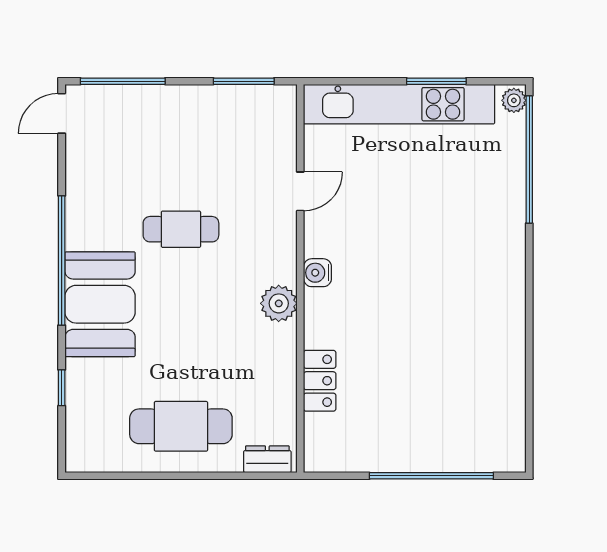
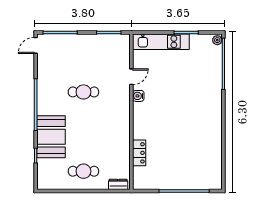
kitchen unit: (399, 104) -> (161, 42), width x0.73
water cooler: (317, 273) -> (138, 96), moved
plant: (279, 303) -> (123, 122), removed
booth: (100, 304) -> (51, 137), moved
cafe table: (181, 426) -> (83, 171), width x0.73, depth x0.74

